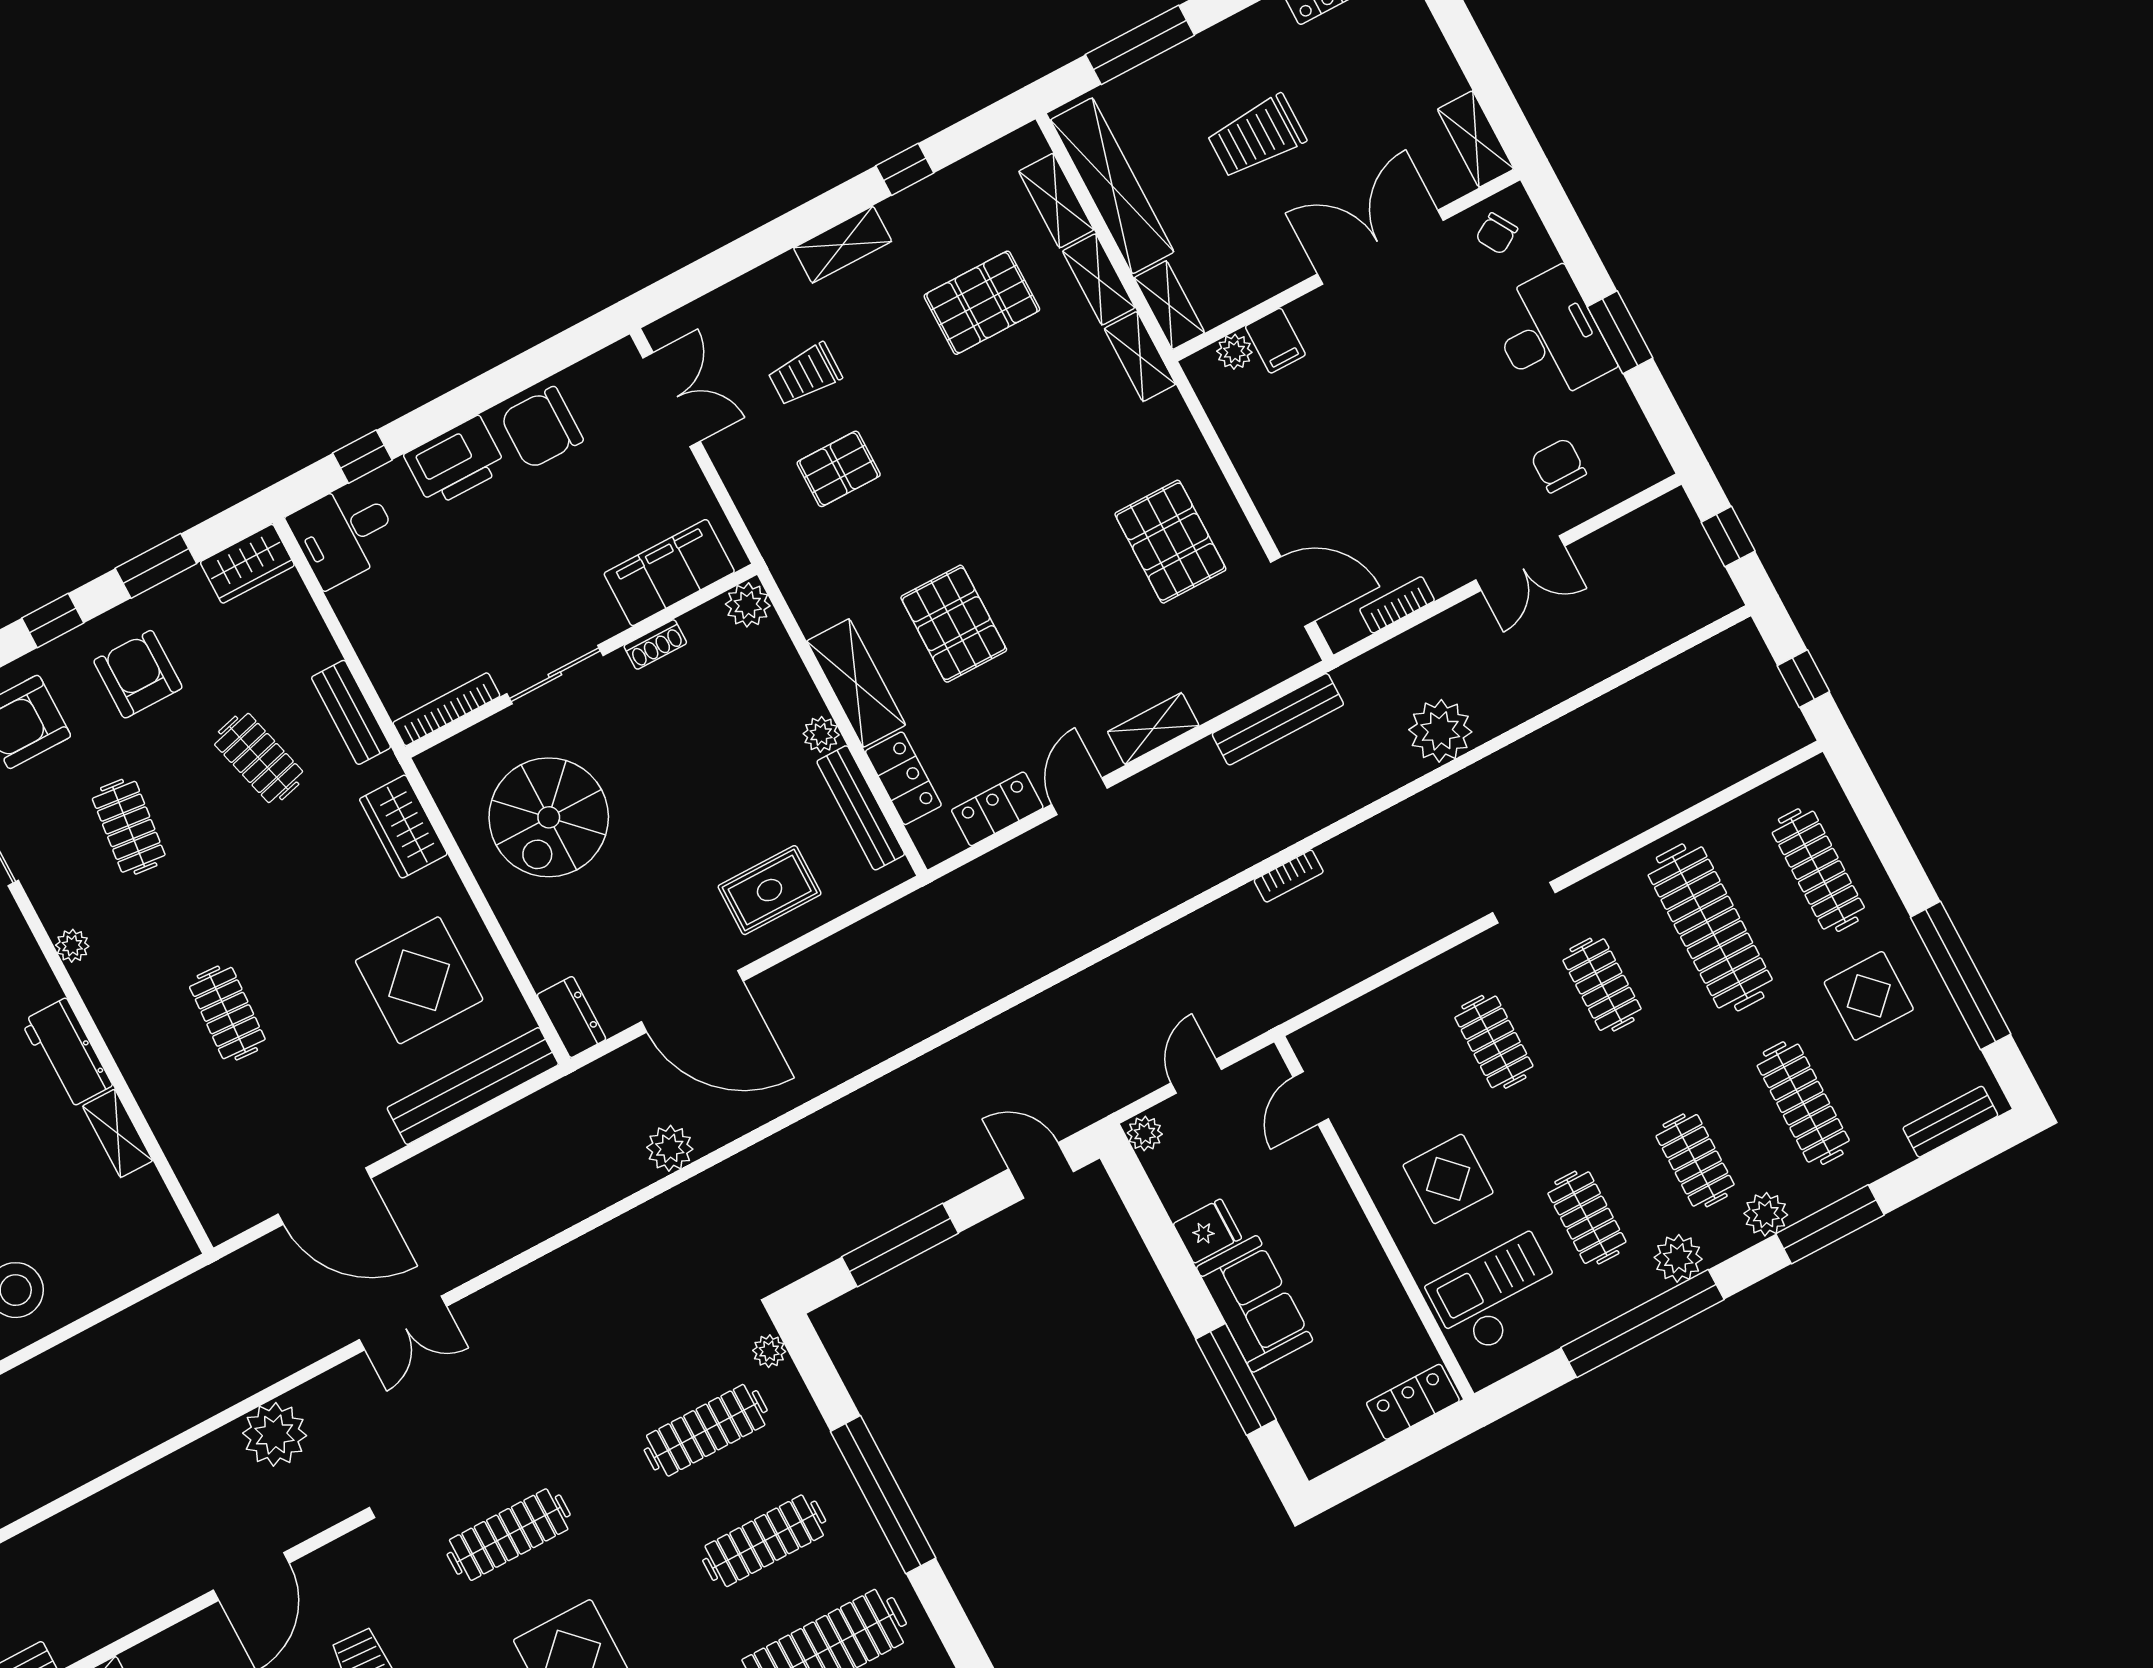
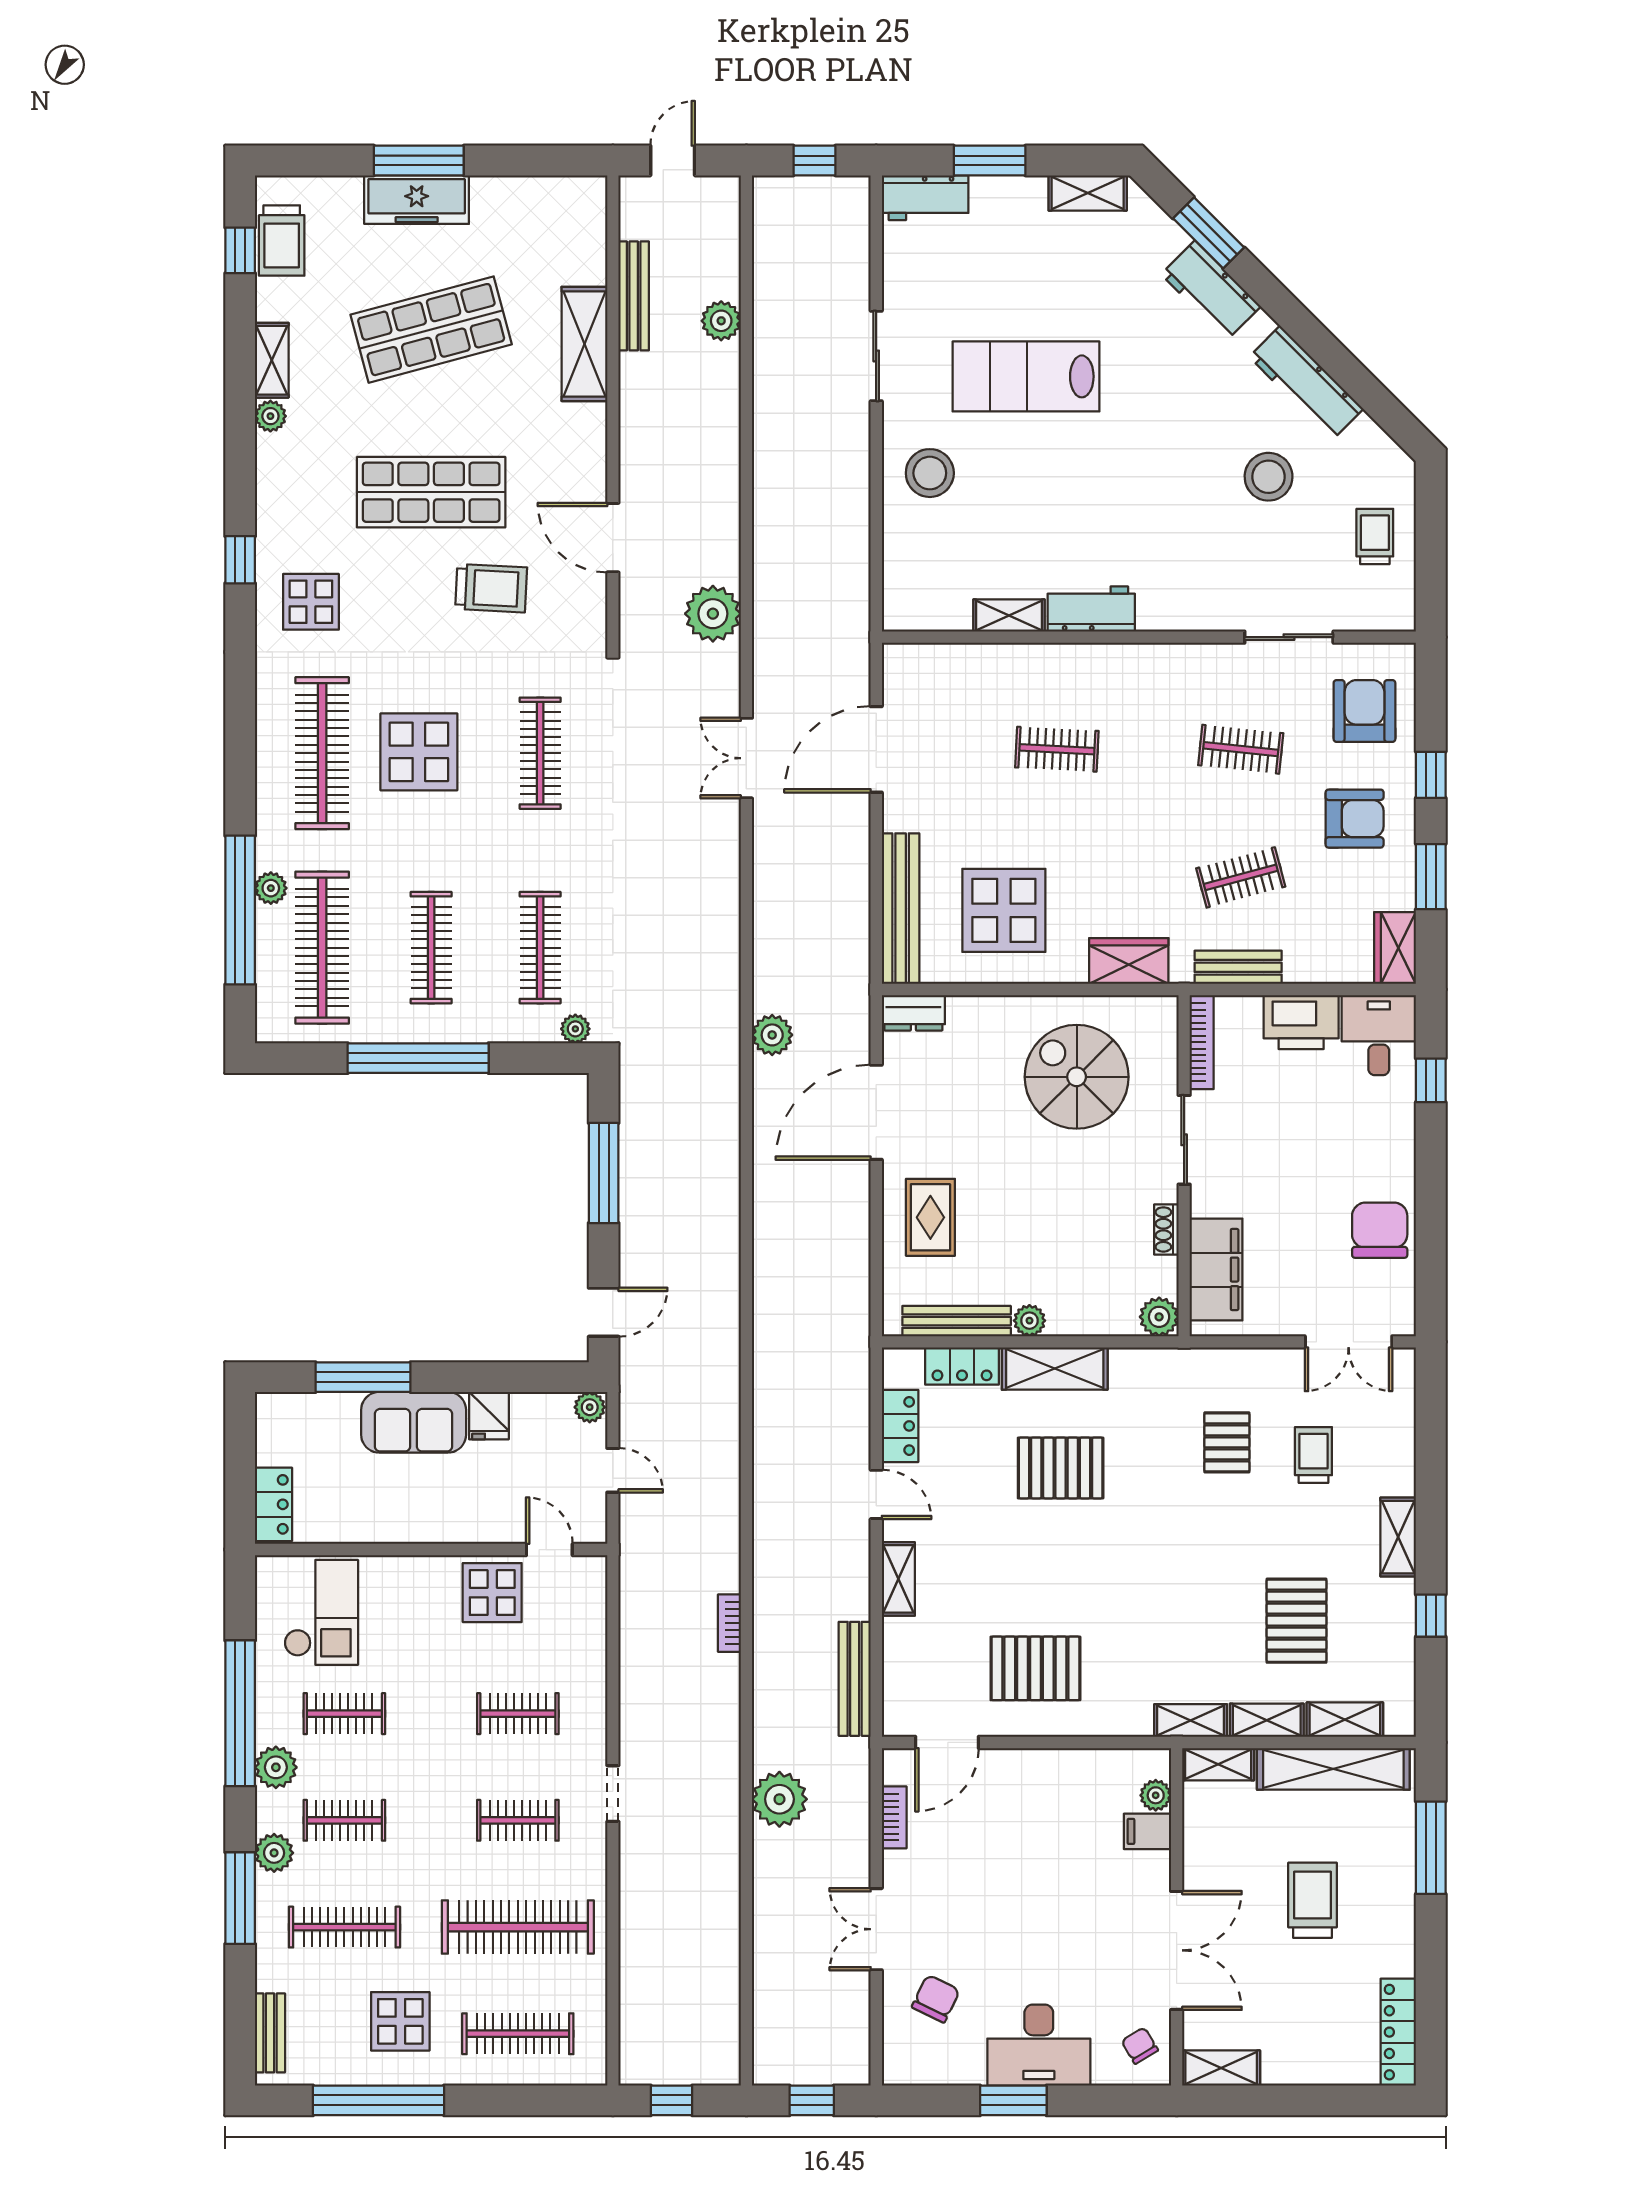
printer: (455, 462) -> (1301, 1022), moved, turned -90
chair: (1559, 465) -> (936, 1999), turned -64
plant: (72, 946) -> (1172, 657), removed
display table: (1448, 1179) -> (492, 1593), moved

